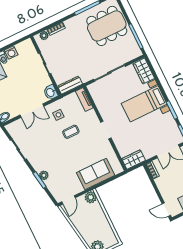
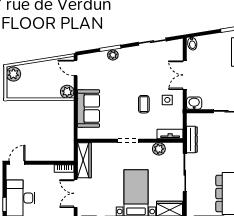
dresser: (70, 85) -> (192, 140), moved
plant: (100, 103) -> (159, 149), added
wardrobe: (134, 160) -> (84, 160), width x1.50

